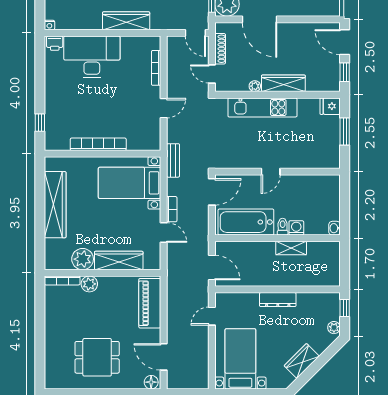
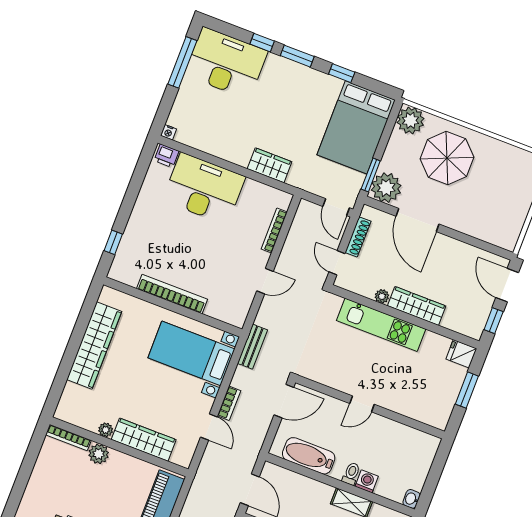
wardrobe: (126, 21) -> (270, 165), width x0.67
bathtub: (246, 222) -> (309, 456), width x0.73, depth x0.73
plant: (83, 259) -> (106, 430), width x0.53, depth x0.53

